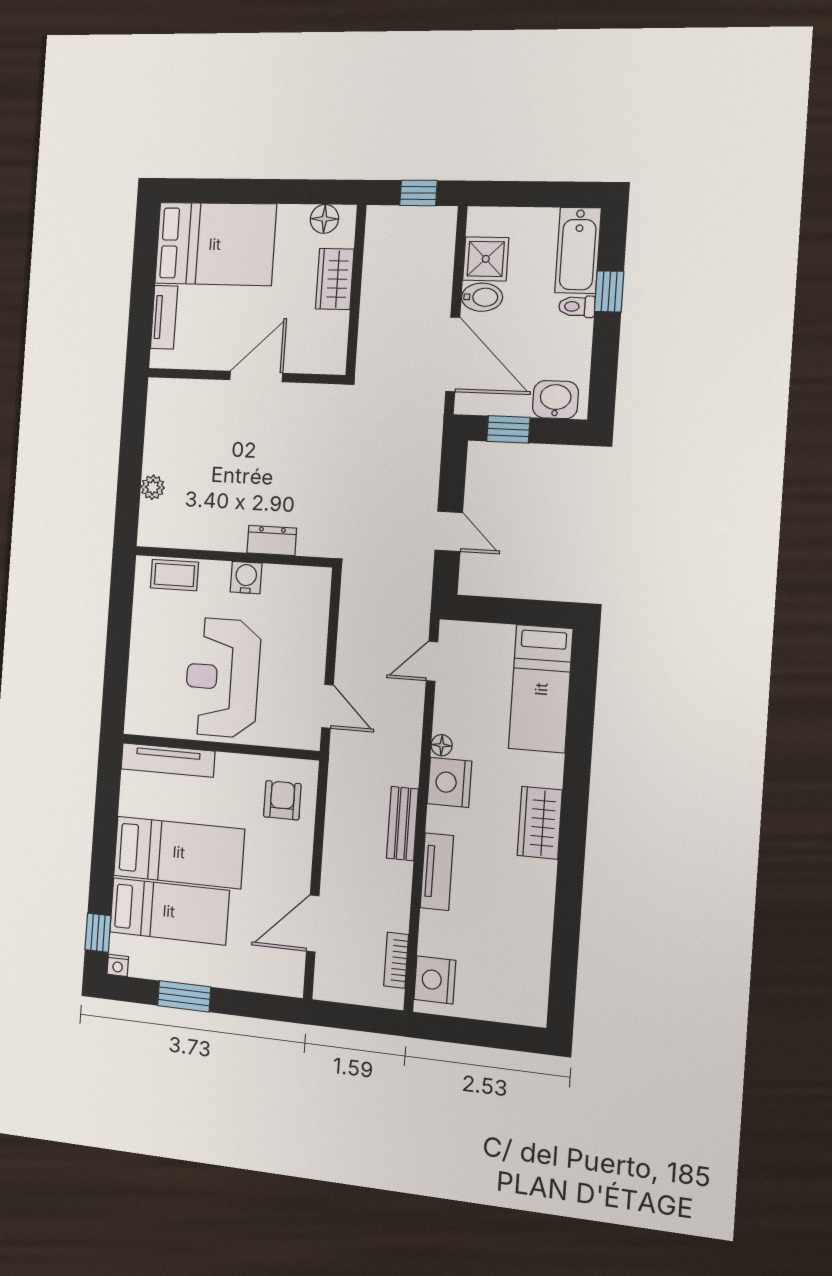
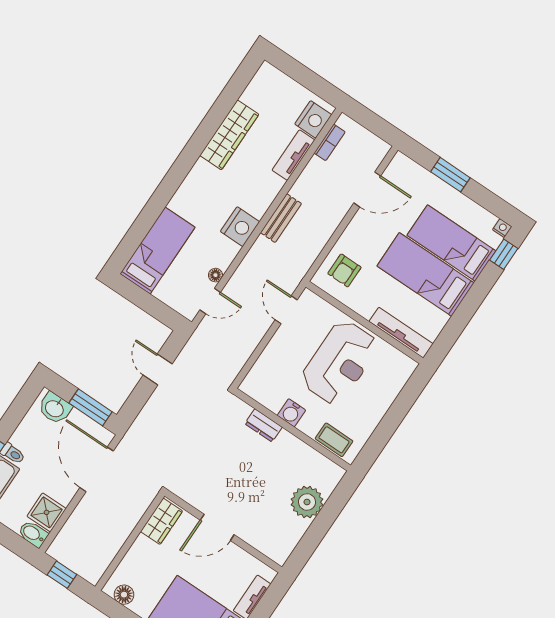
wardrobe: (335, 279) -> (162, 521), moved
bidet: (482, 297) -> (33, 534), moved
window: (508, 429) -> (90, 407), width x1.50
plant: (153, 487) -> (307, 502), width x1.88, depth x1.88
floor lamp: (442, 745) -> (215, 275), moved
wardrobe: (540, 823) -> (229, 135), moved, width x1.50
tv unit: (437, 872) -> (293, 155), moved
window: (184, 996) -> (450, 175), moved

